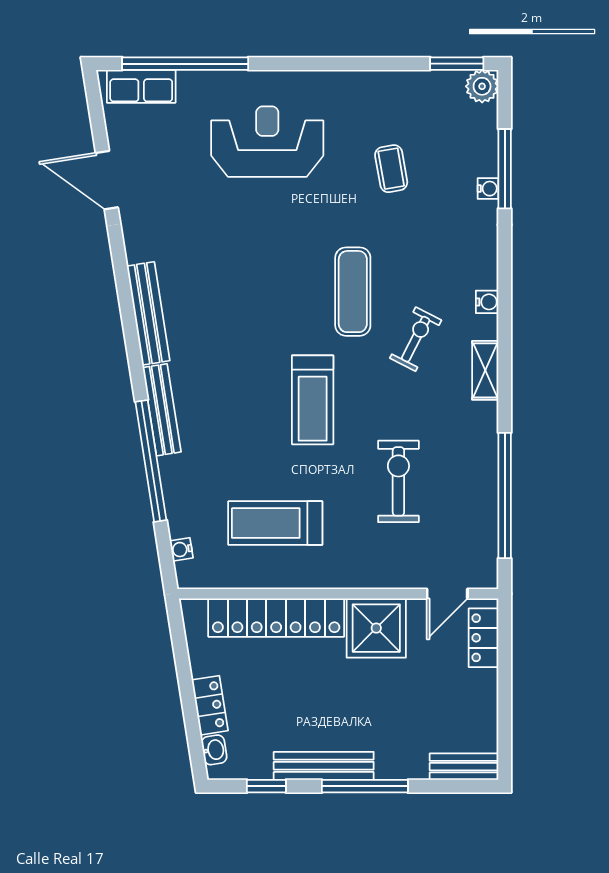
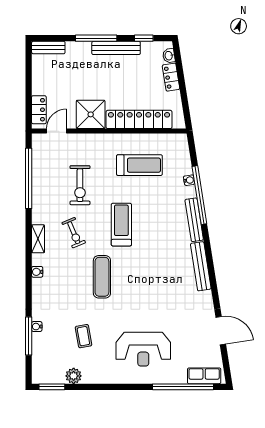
plant: (482, 86) -> (74, 376), moved
exercise bike: (416, 339) -> (74, 233), moved, turned -50
water cooler: (181, 549) -> (189, 180), moved

